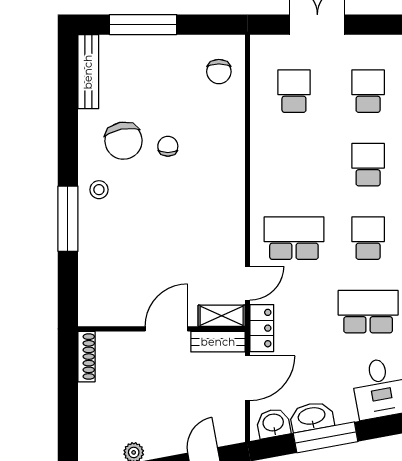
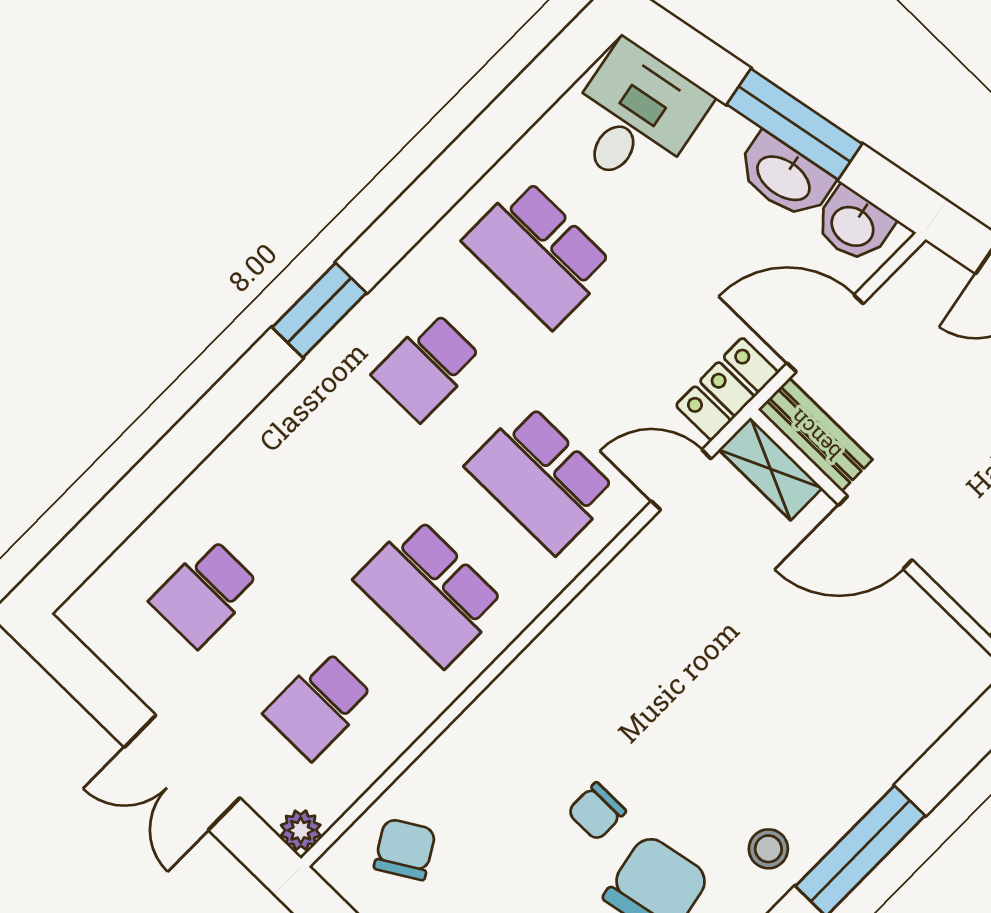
plant: (259, 44) -> (301, 830), added
chair: (219, 72) -> (405, 849), turned -31
school desk: (368, 165) -> (430, 592), moved, width x1.85

